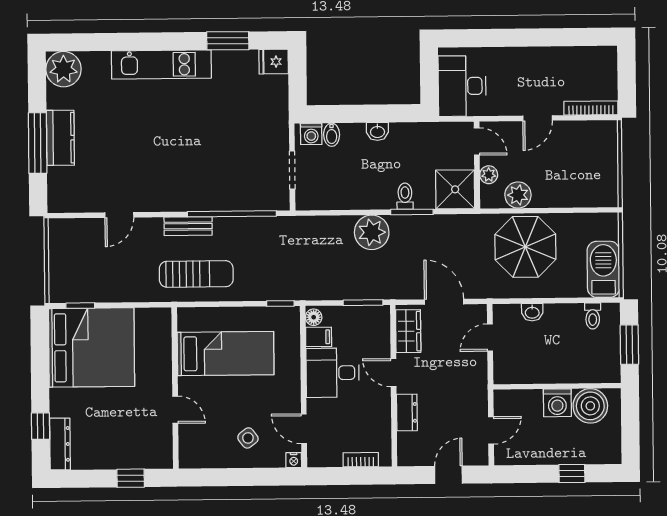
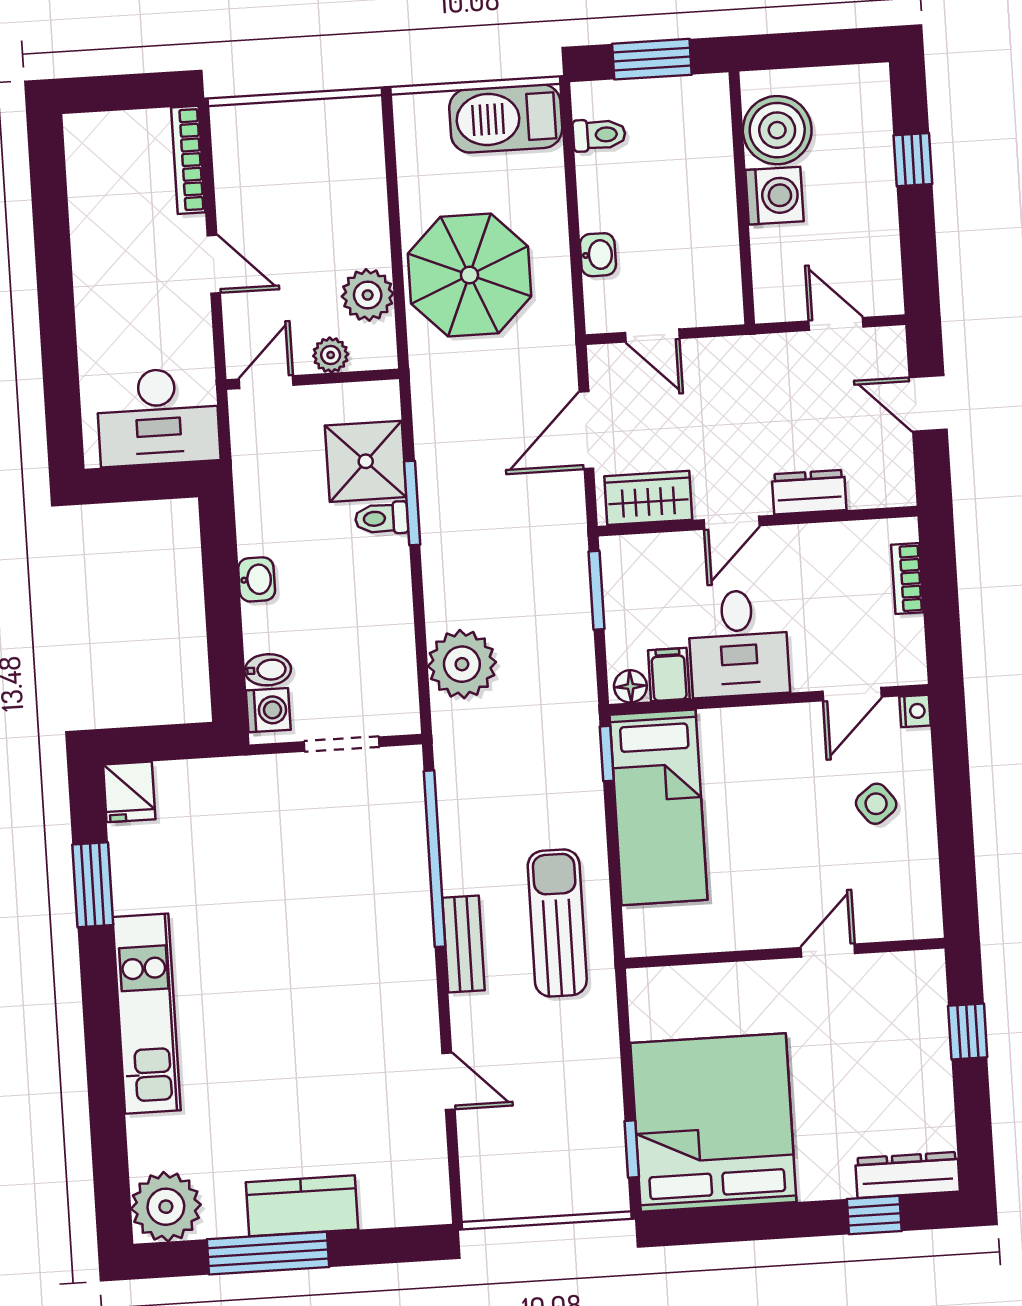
window: (38, 143) -> (268, 1253), moved
shower: (455, 189) -> (366, 461), moved
plant: (372, 232) -> (462, 664), moved
bed: (226, 353) -> (659, 807), moved, turned 180

